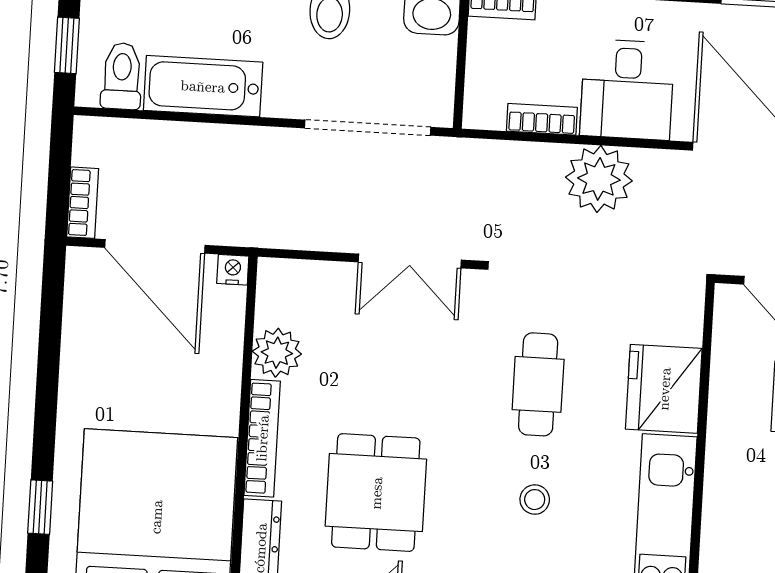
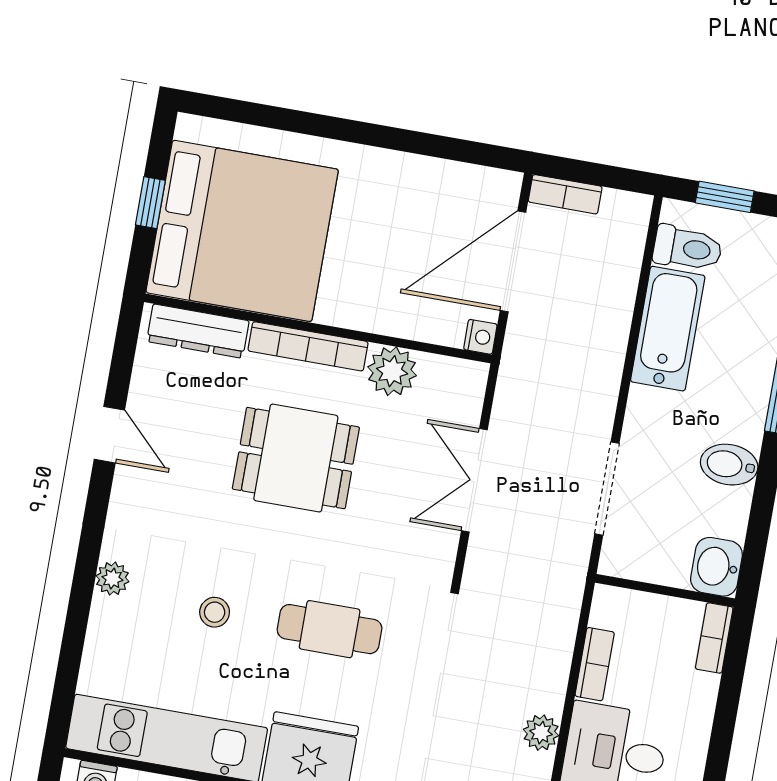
doorway: (368, 128) -> (607, 489), width x0.73
plant: (599, 179) -> (541, 733), width x0.53, depth x0.53
double door: (410, 261) -> (474, 480), moved
dining table: (376, 493) -> (296, 458), moved
window: (40, 507) -> (265, 116), removed

